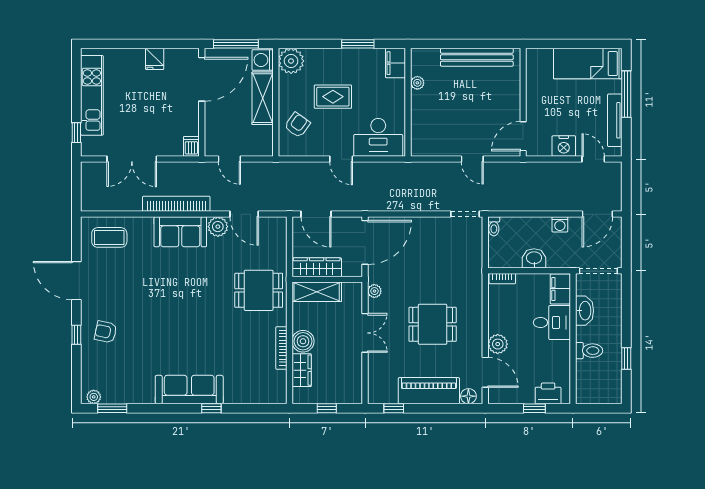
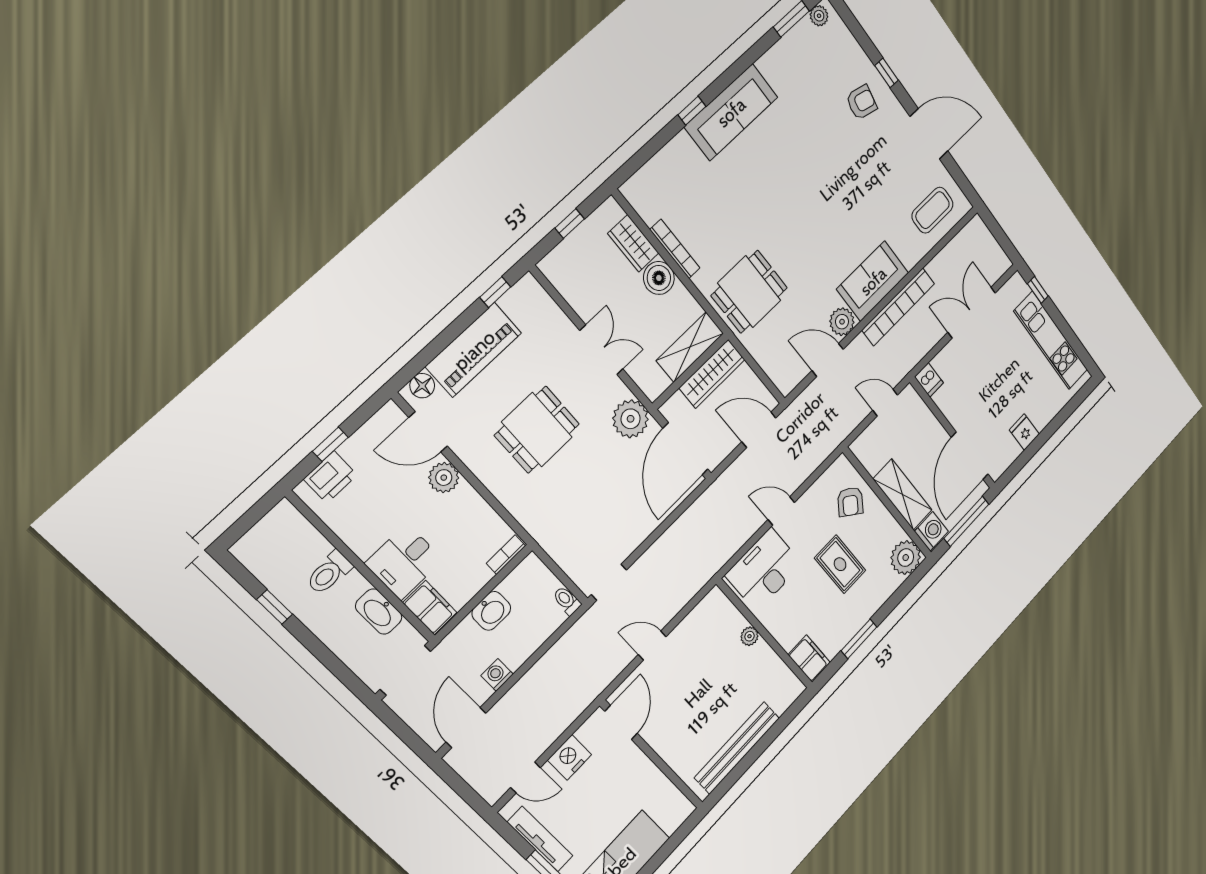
plant: (417, 83) -> (749, 636), moved
rug: (333, 97) -> (840, 564), turned 90
plant: (374, 291) -> (631, 419), width x1.88, depth x1.88
double door: (365, 333) -> (601, 350), swing flipped

